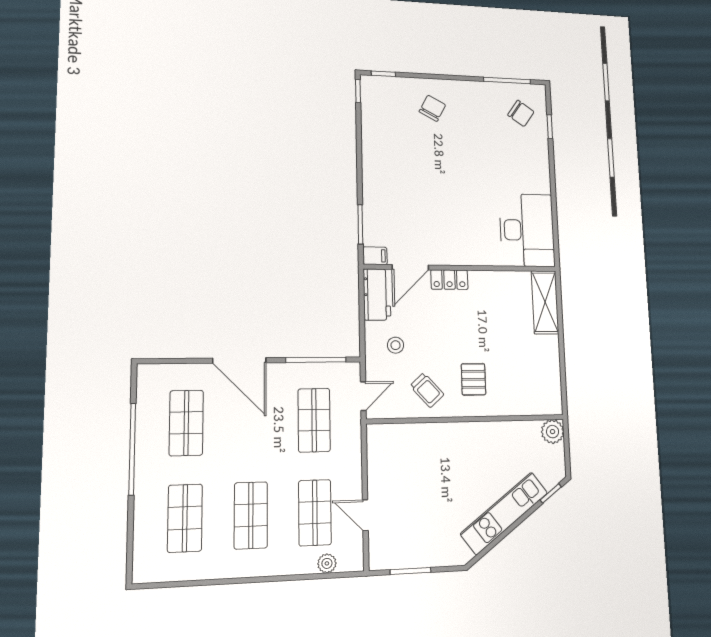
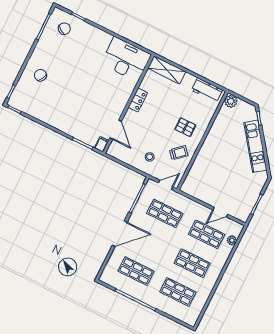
locker: (449, 280) -> (138, 100), moved
workbench: (377, 295) -> (207, 90), moved, turned 180
door: (363, 396) -> (166, 185), hinge flipped

